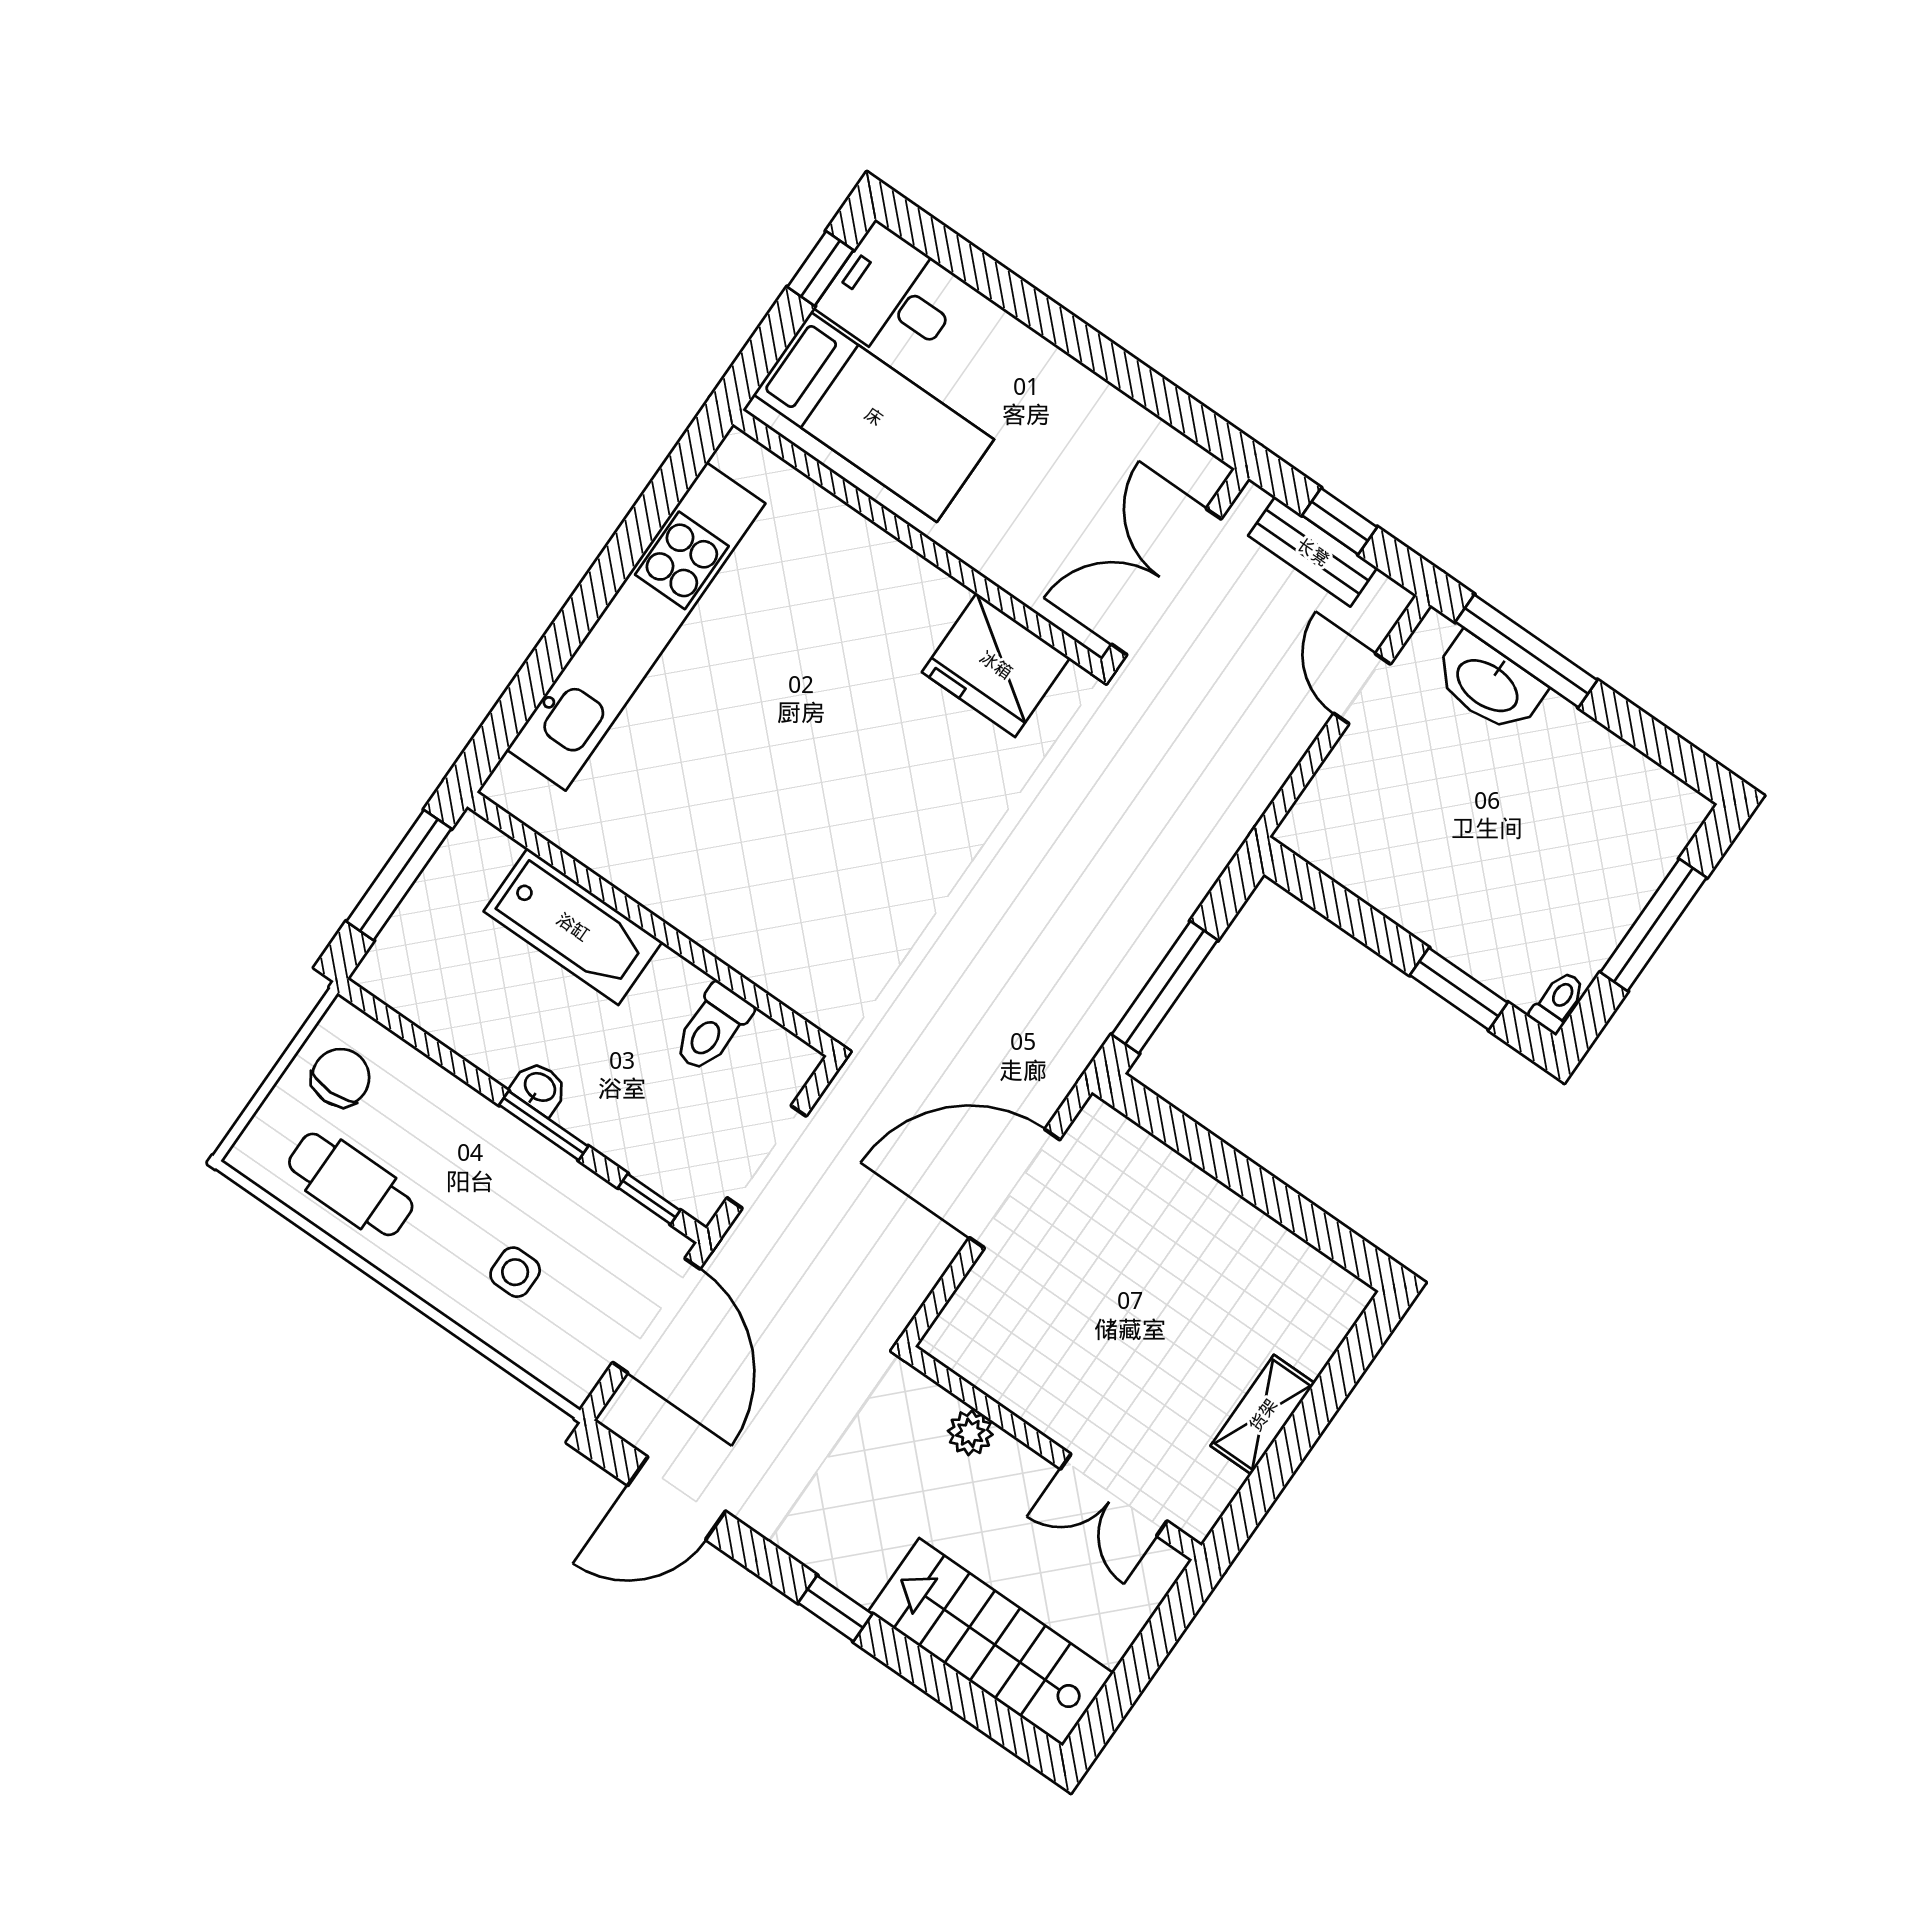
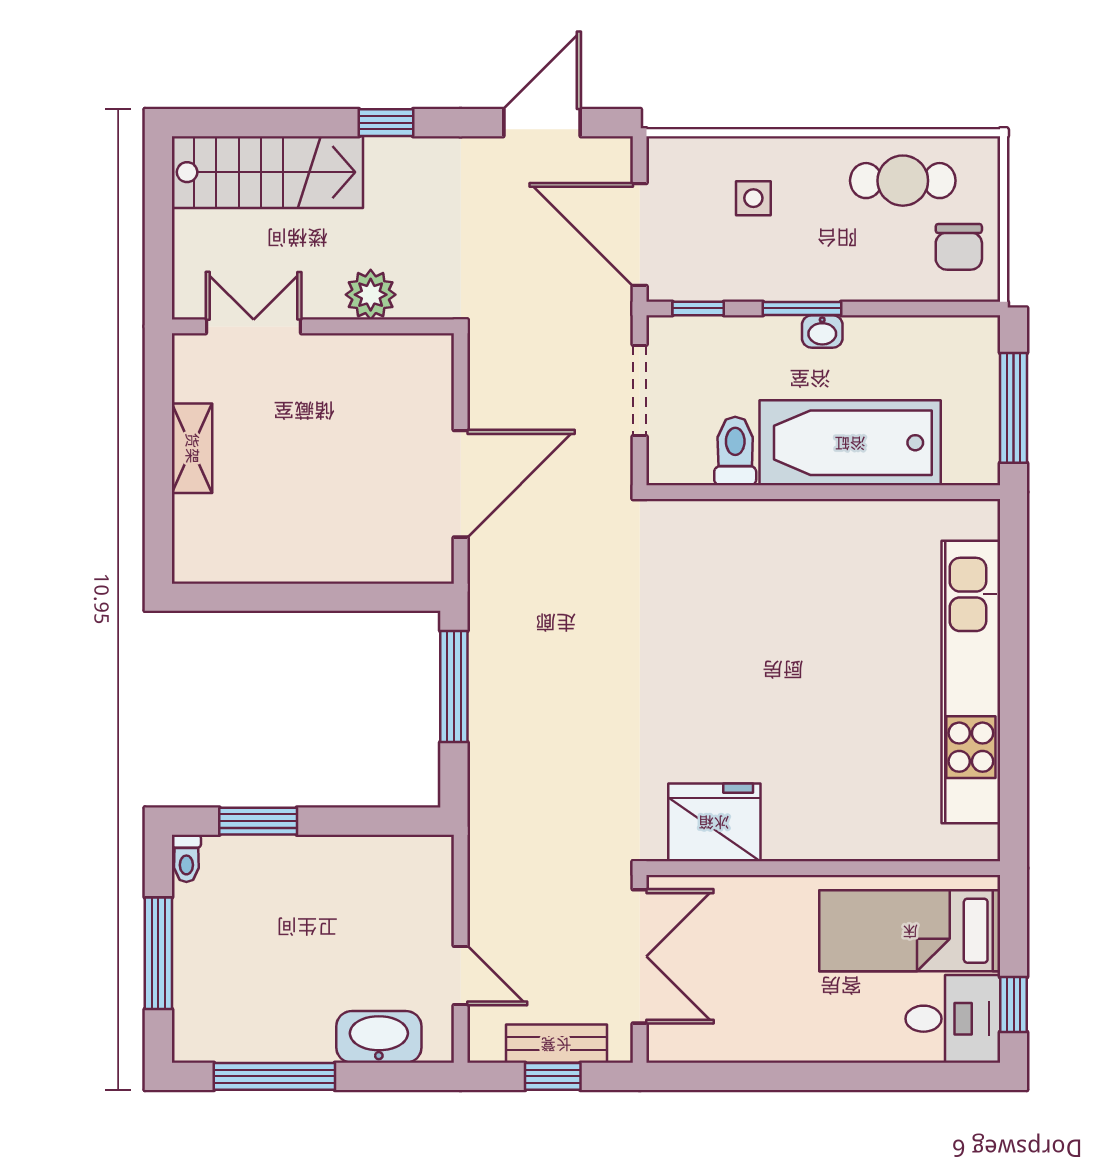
window: (1526, 651) -> (274, 1076), moved
bathtub: (573, 927) -> (850, 443), width x1.36, depth x1.36
plant: (970, 1433) -> (371, 295), width x1.38, depth x1.38

